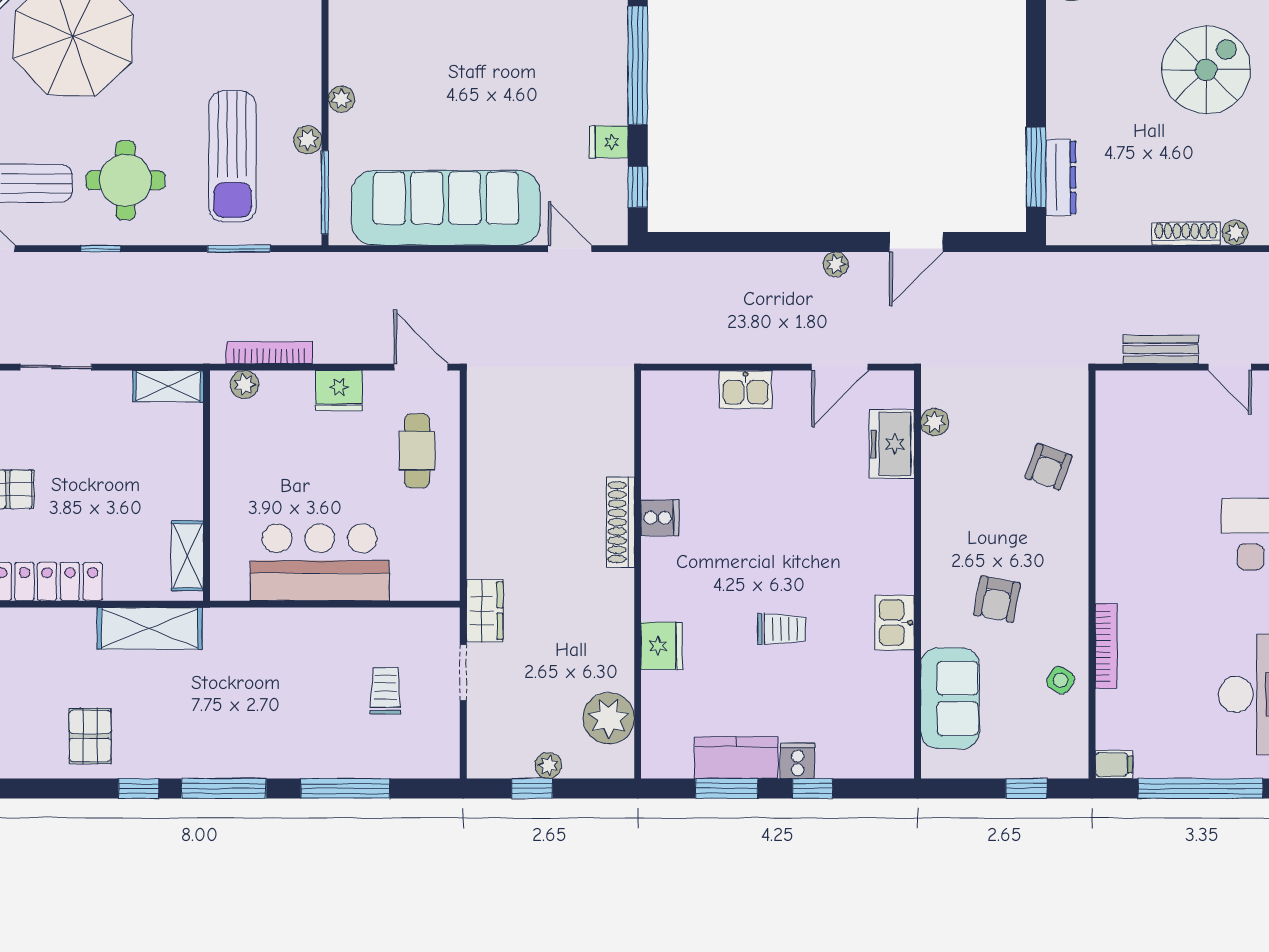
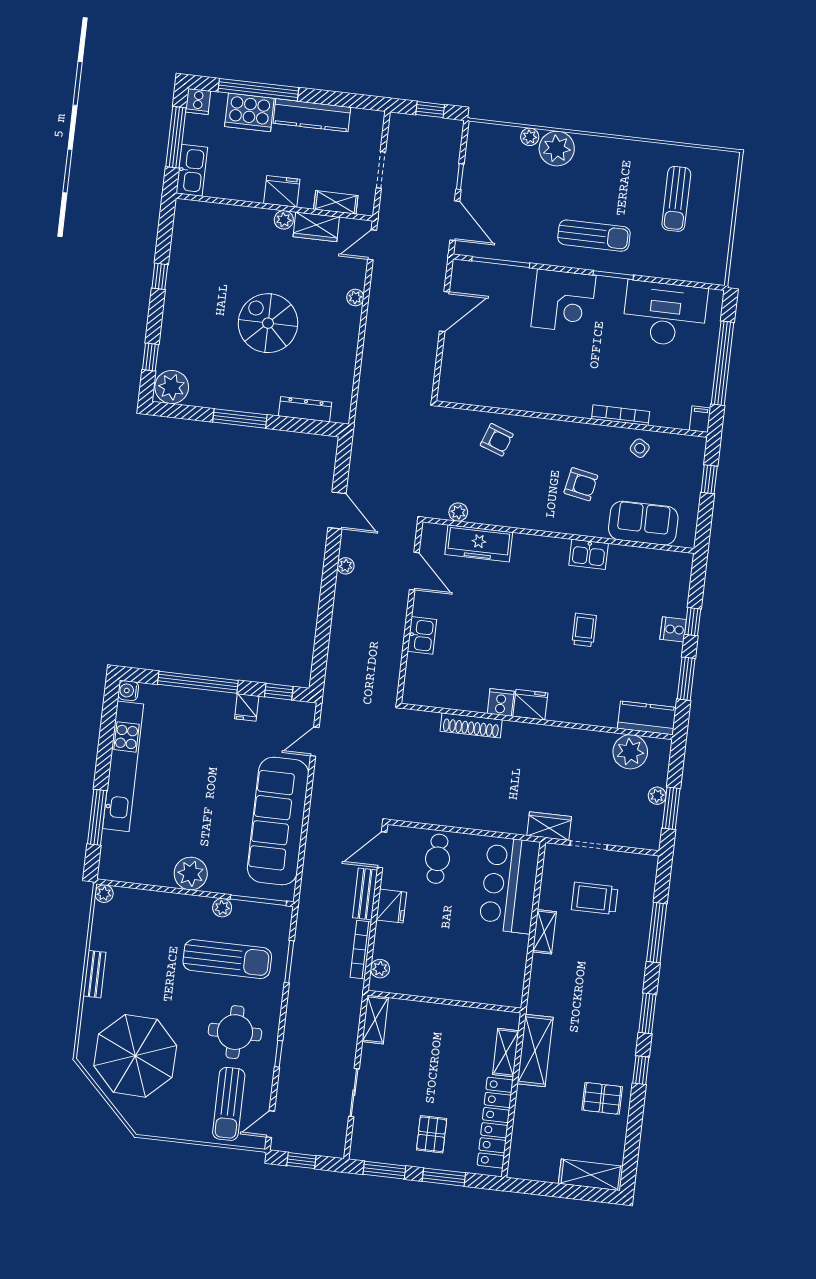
spiral stairs: (1206, 70) -> (268, 323), moved
plant: (341, 99) -> (191, 874), width x1.87, depth x1.87
window: (1036, 167) -> (240, 418), moved
shoe rack: (1186, 234) -> (352, 330), removed
bench: (1161, 349) -> (365, 894), moved
door: (1230, 367) -> (444, 311), width x1.38
freezer: (892, 444) -> (479, 543), width x1.40
cafe table: (417, 451) -> (437, 859), turned 90
shoe rack: (620, 522) -> (471, 725), moved
shelving: (187, 556) -> (506, 1053), moved, turned 90
bar counter: (320, 562) -> (510, 885), moved
shelving: (327, 622) -> (544, 932), added
fridge: (662, 646) -> (530, 705), moved
trolley: (386, 691) -> (595, 898), width x1.36, depth x1.39
kitchen counter: (736, 758) -> (647, 718), moved, turned 90
window: (224, 788) -> (647, 1013), width x0.69
window: (532, 788) -> (671, 808), width x1.50

